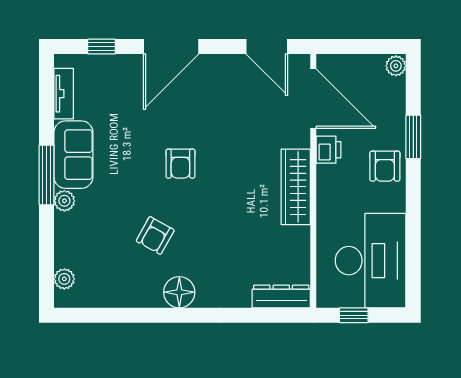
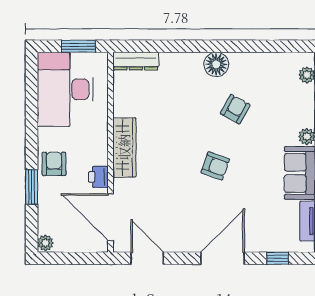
armchair: (180, 164) -> (215, 166), turned 110
window: (354, 315) -> (79, 46), width x1.50

